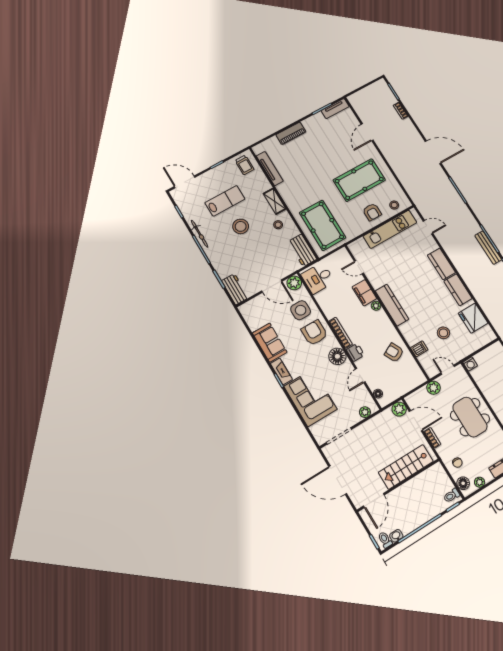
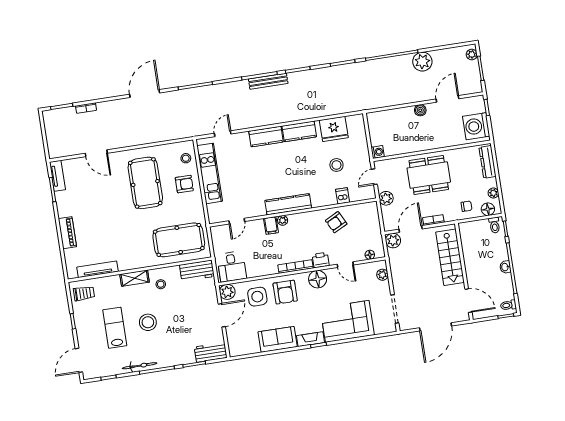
filing cabinet: (364, 293) -> (271, 226), width x0.50
armchair: (314, 333) -> (285, 292), turned -90
washbasin: (396, 536) -> (505, 267), moved

